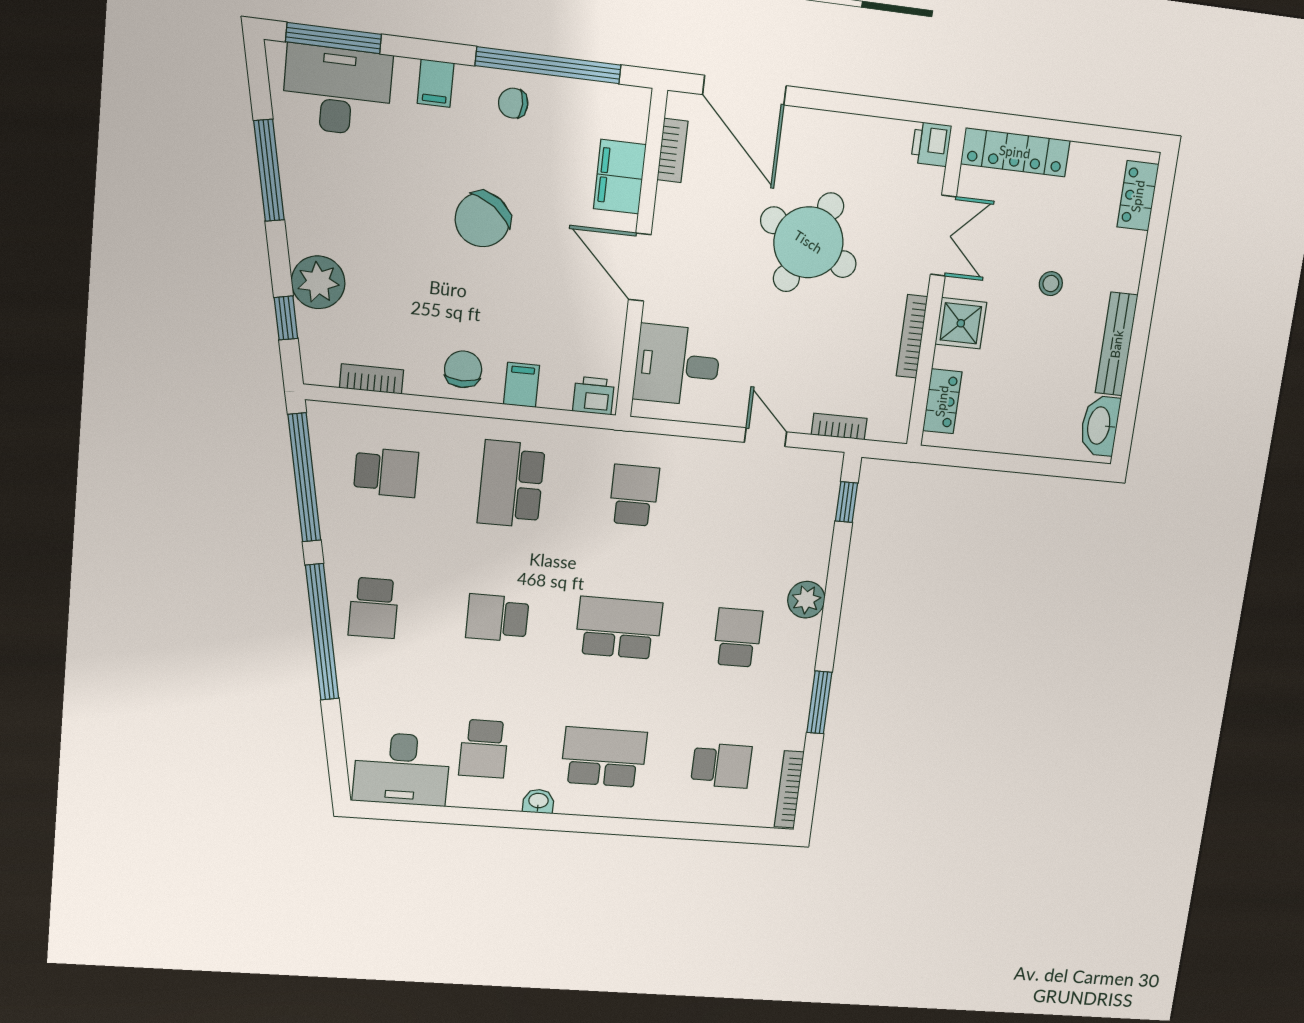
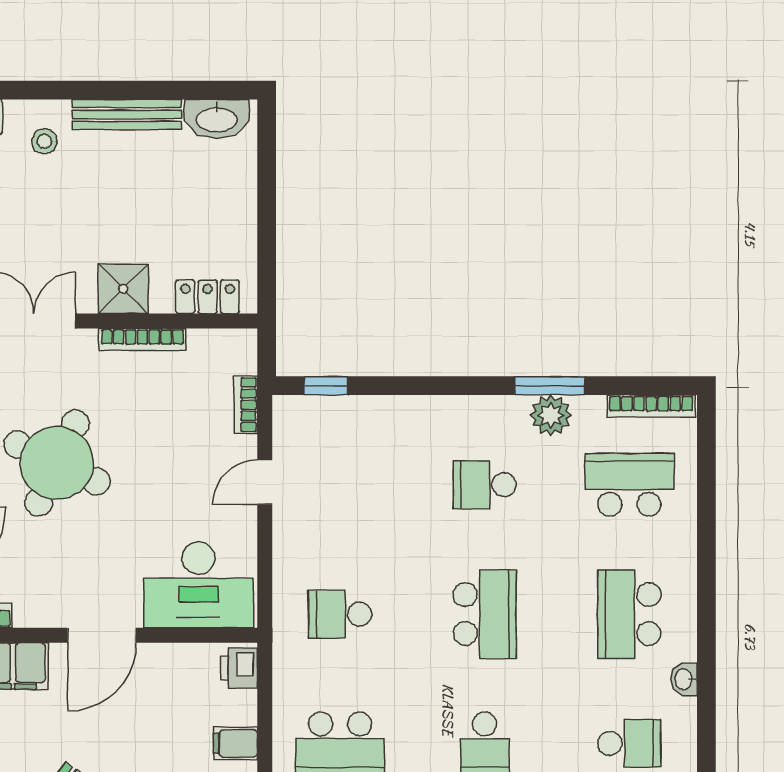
stool: (1051, 284) -> (44, 141), moved
desk: (677, 365) -> (198, 585), width x1.37
plant: (806, 600) -> (551, 415), moved
school desk: (619, 628) -> (485, 614), turned 180
school desk: (721, 766) -> (629, 485), width x1.85

